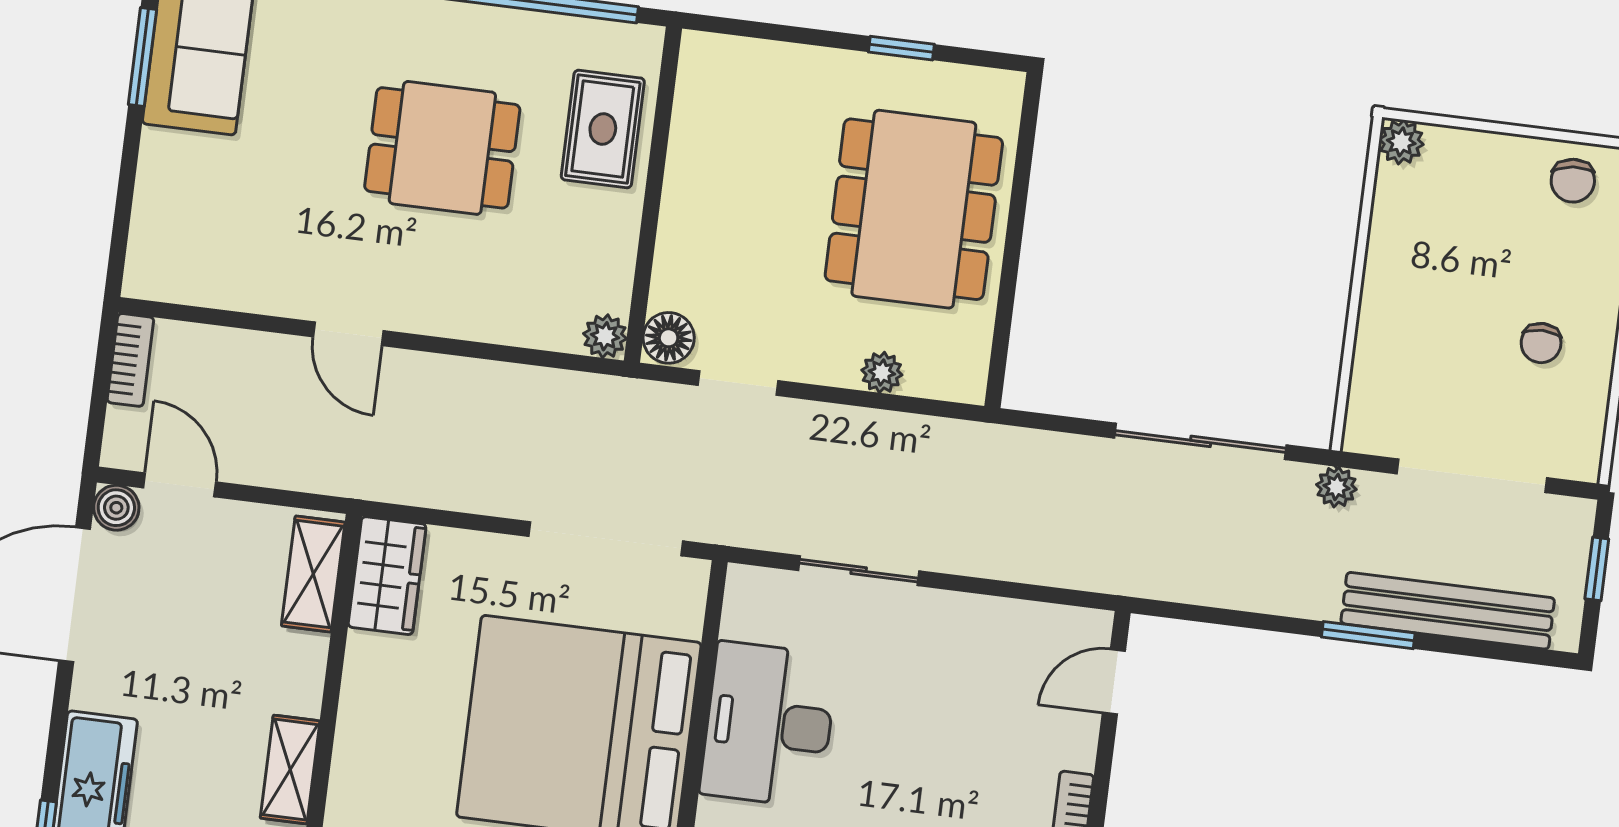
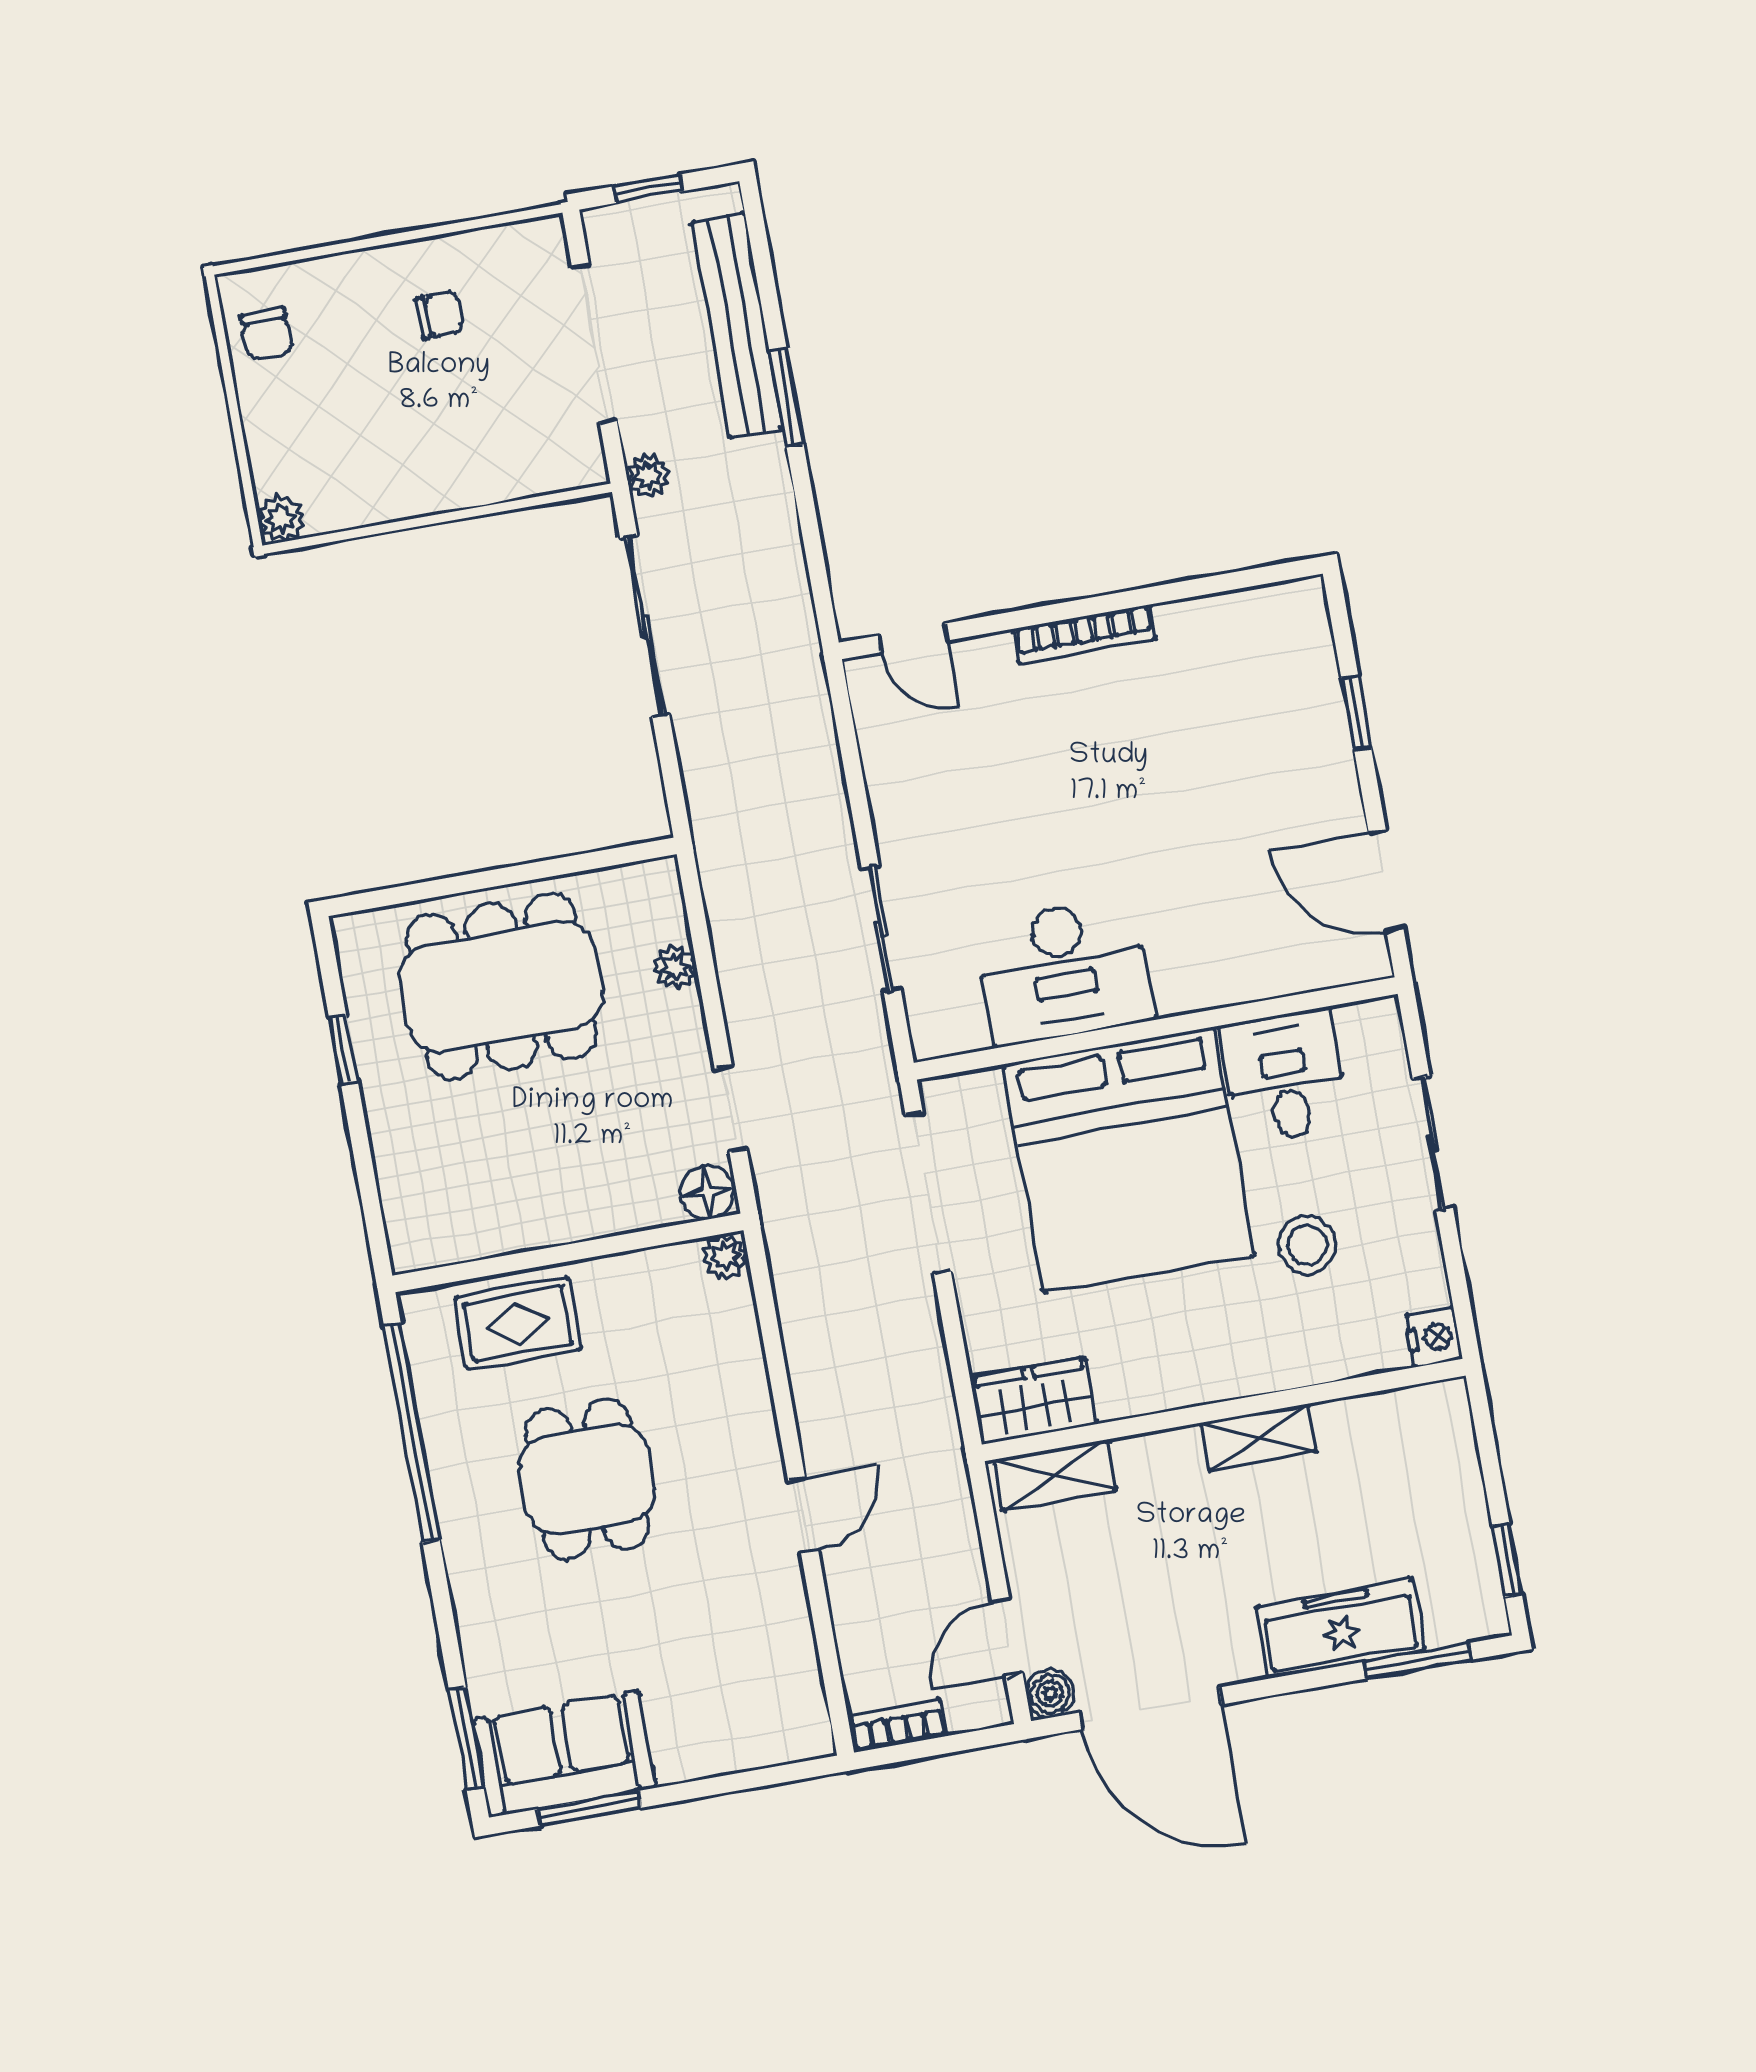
chair: (1573, 181) -> (267, 334), turned 96

